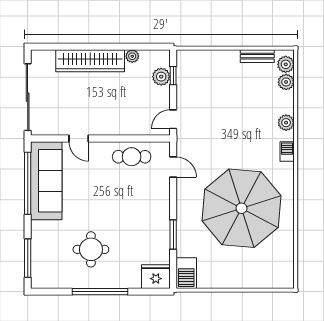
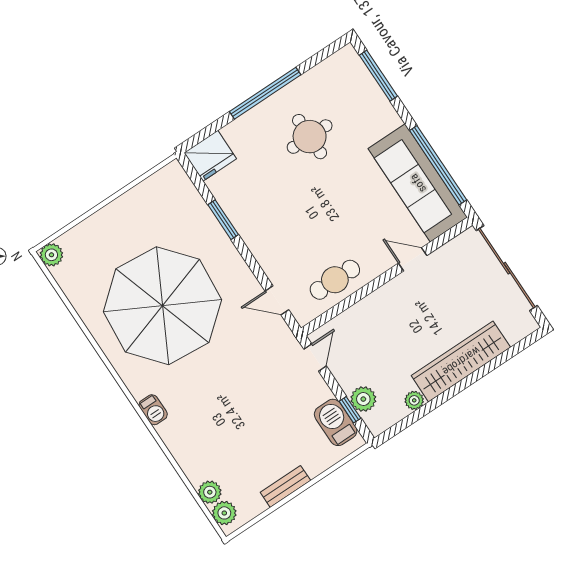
bench: (257, 56) -> (285, 486), moved
plant: (286, 123) -> (51, 255), moved
barbecue: (186, 273) -> (336, 422), moved

